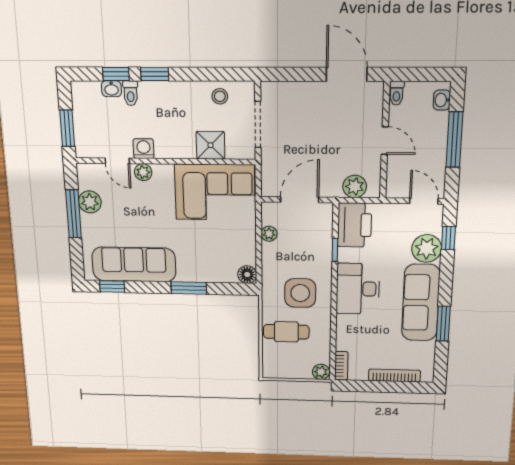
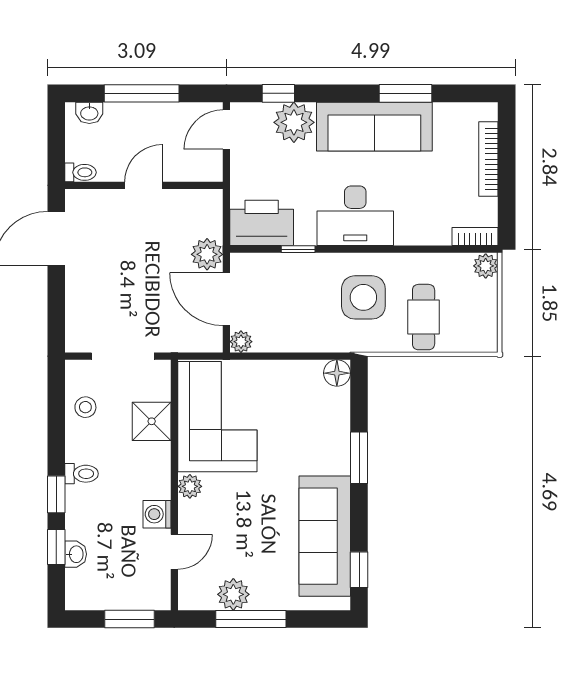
toilet: (131, 93) -> (82, 474), moved
plant: (143, 172) -> (190, 486), moved
plant: (355, 186) -> (207, 254), moved
plant: (269, 234) -> (241, 342), moved

